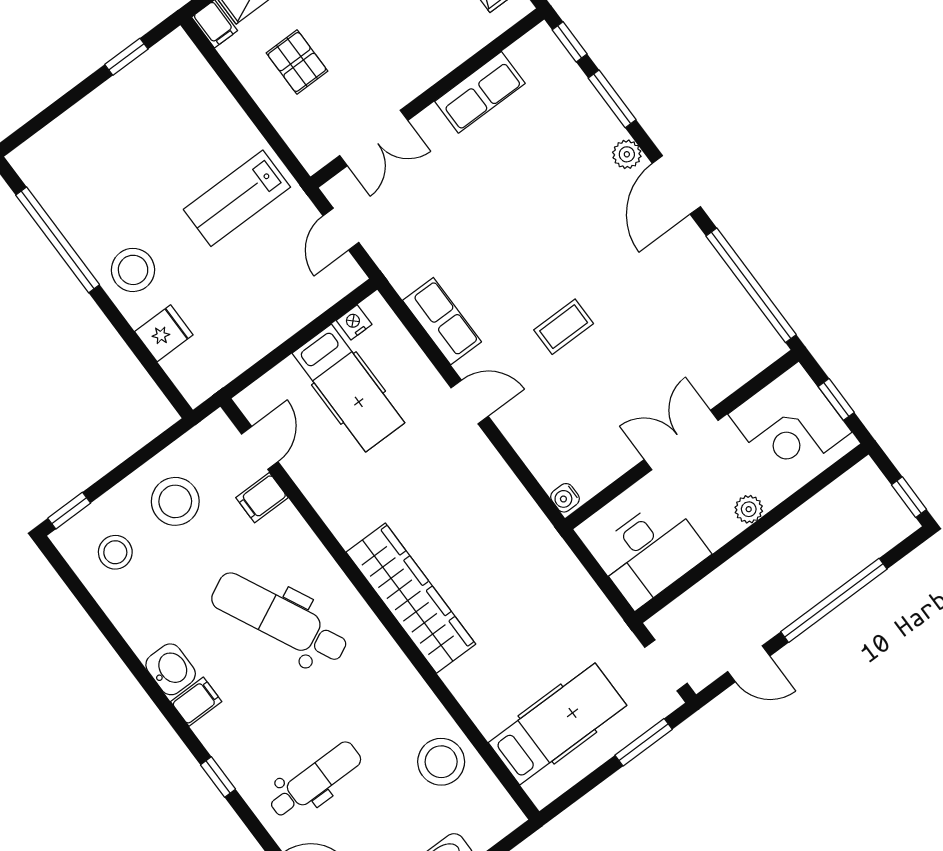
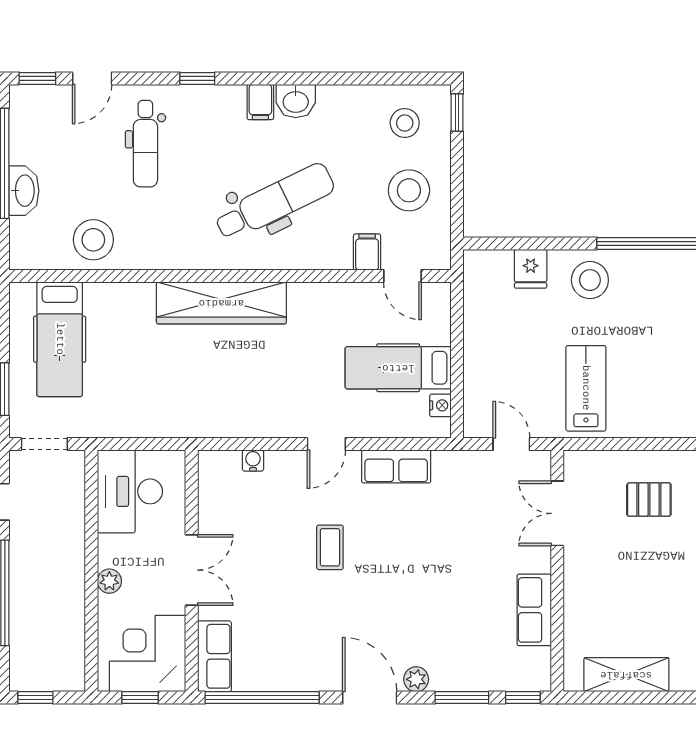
row of seats: (746, 359) -> (214, 656), added
water cooler: (565, 498) -> (253, 460), moved

